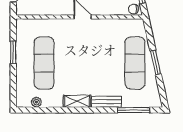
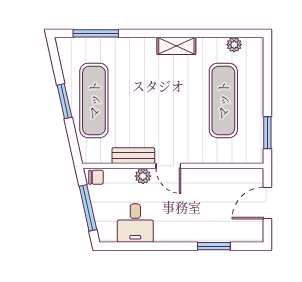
plant: (101, 10) -> (143, 176), added
window: (13, 52) -> (267, 133), moved
bench: (107, 102) -> (133, 156), moved

